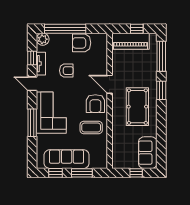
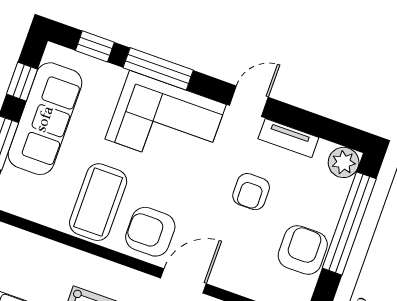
window: (32, 58) -> (95, 46), moved
coffee table: (91, 128) -> (98, 202), width x1.36, depth x1.32

